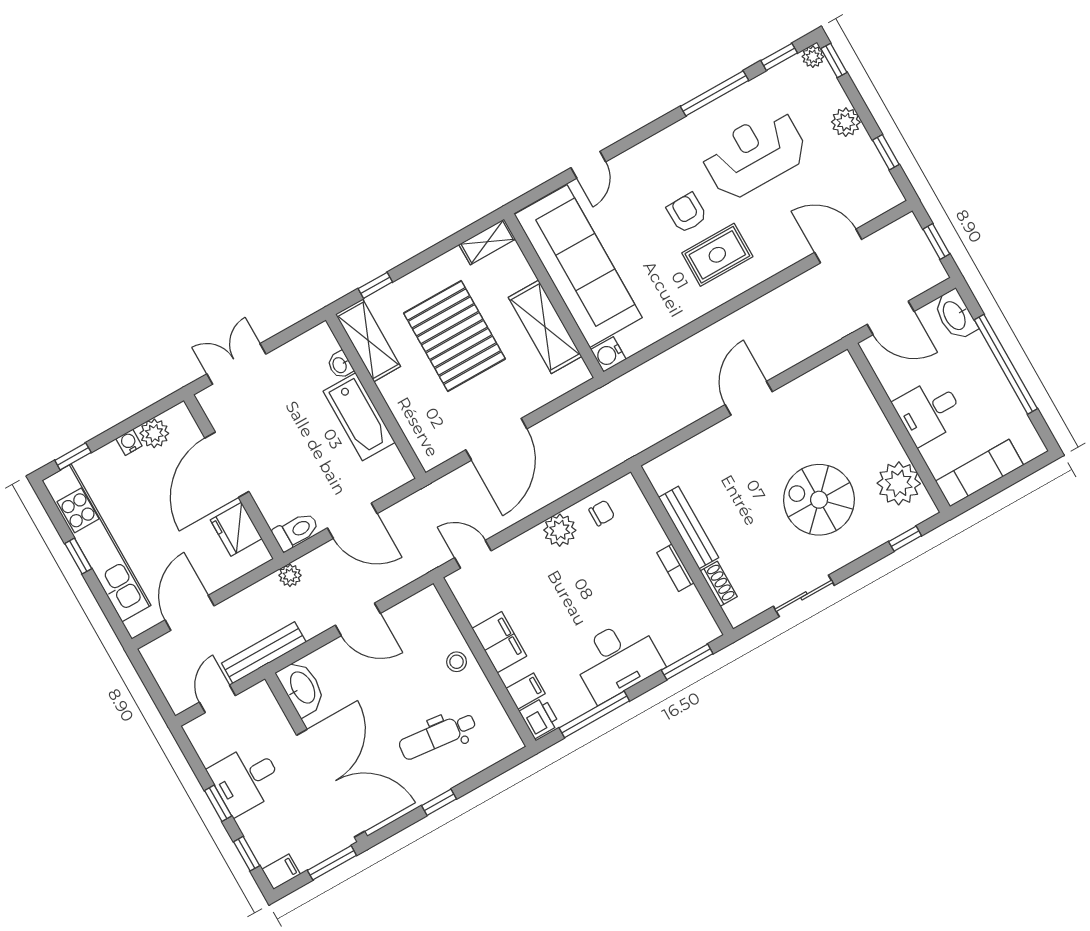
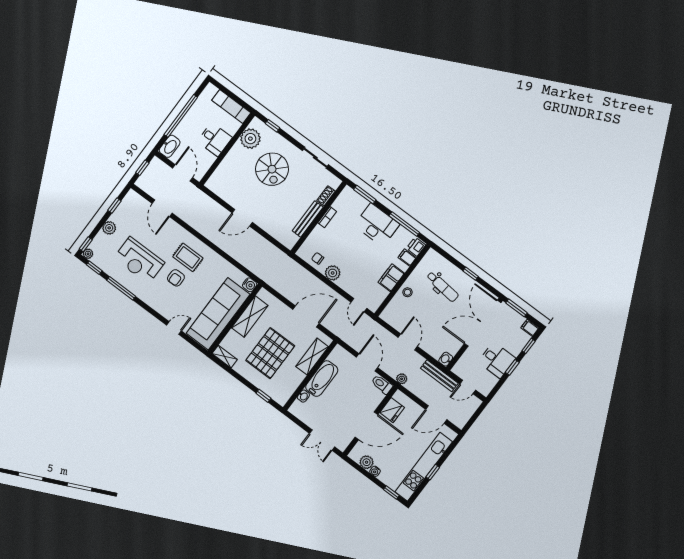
shelving: (368, 340) -> (312, 357), moved
washbasin: (302, 688) -> (446, 359), width x0.52, depth x0.69

